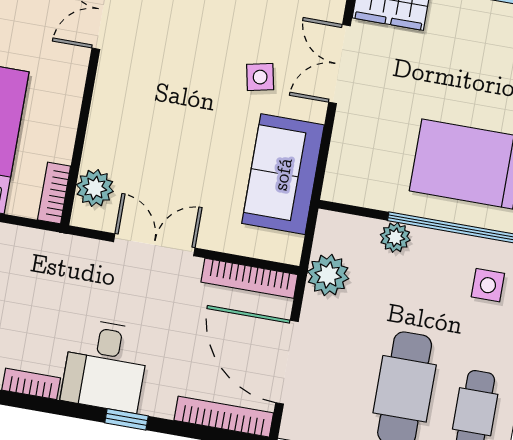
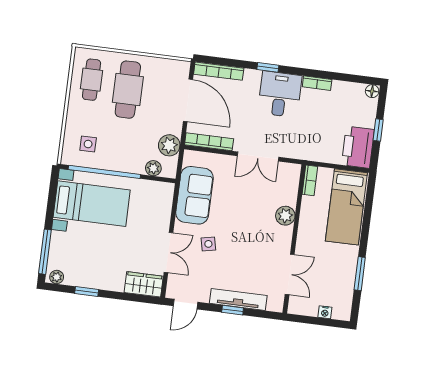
plant: (95, 188) -> (285, 216), moved
plant: (395, 237) -> (153, 168), moved

